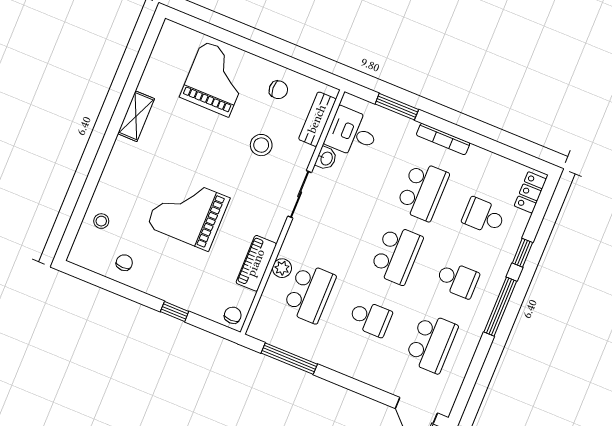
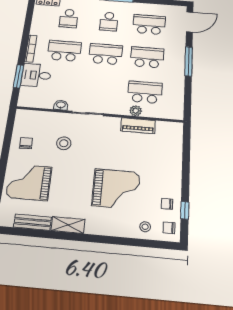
bench: (317, 119) -> (32, 222), moved
desk: (352, 133) -> (36, 75), moved, turned 90
grand piano: (188, 212) -> (116, 189), moved, turned -90
school desk: (458, 280) -> (109, 21), turned 180
window: (175, 312) -> (185, 210), moved
chair: (233, 315) -> (169, 228), moved
school desk: (370, 318) -> (147, 57), width x1.85
window: (289, 359) -> (189, 61), moved

